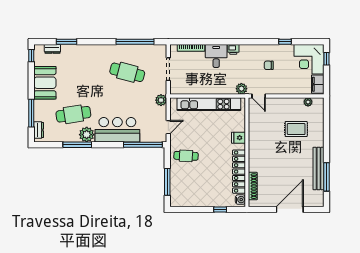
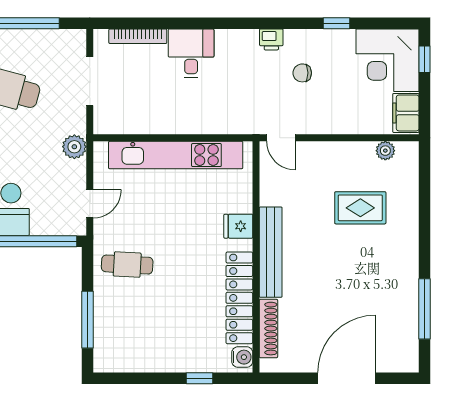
printer: (233, 49) -> (271, 39), moved
plant: (241, 89) -> (244, 123), removed
bench: (319, 168) -> (271, 252), moved

